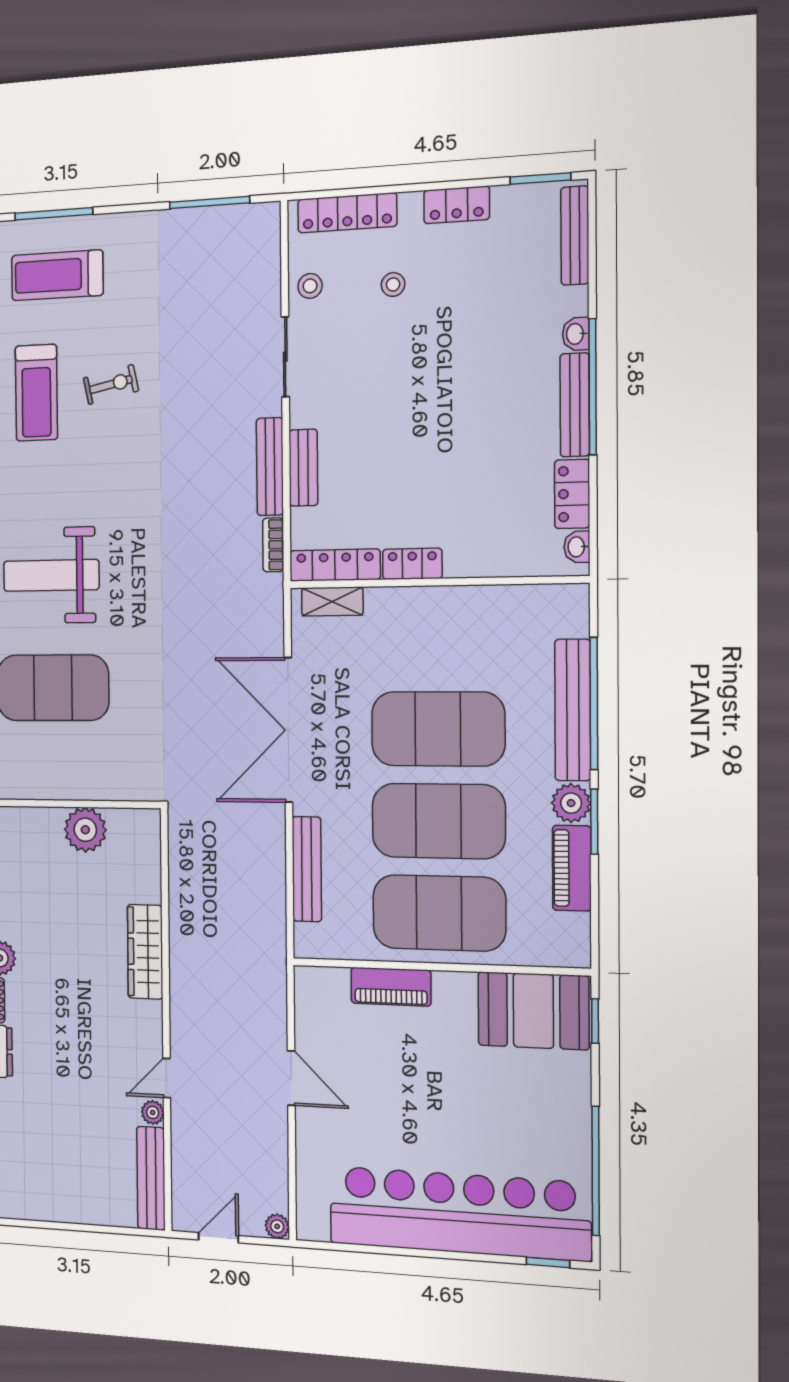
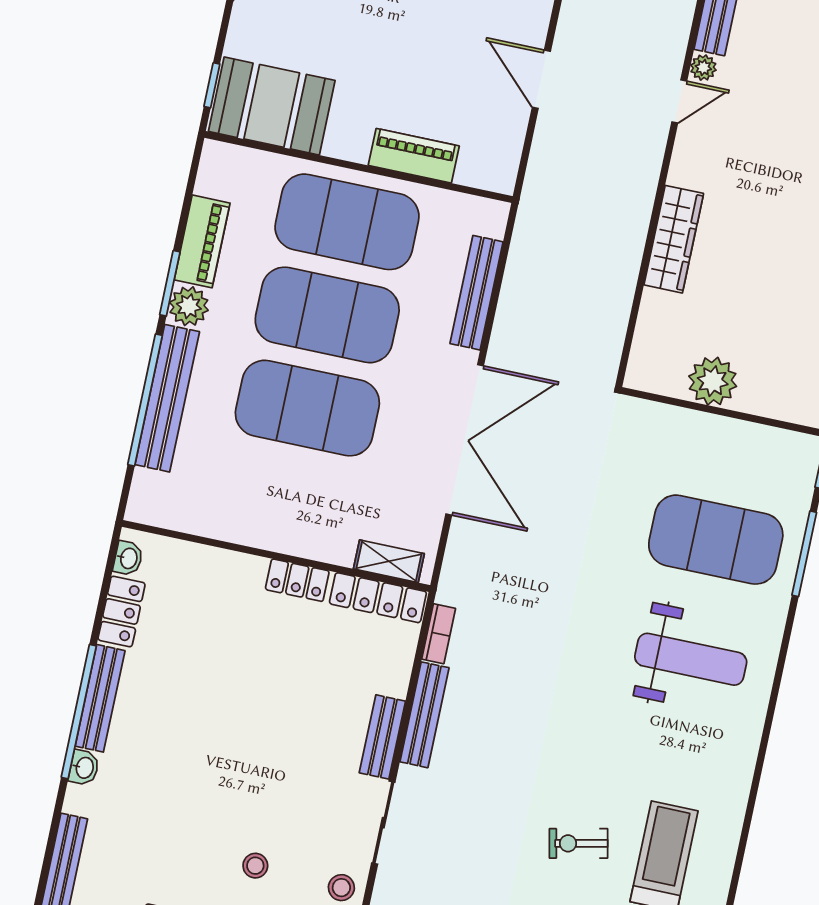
bench: (303, 468) -> (382, 737), moved

